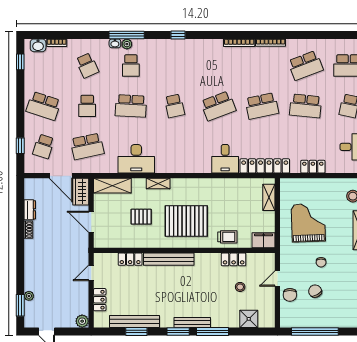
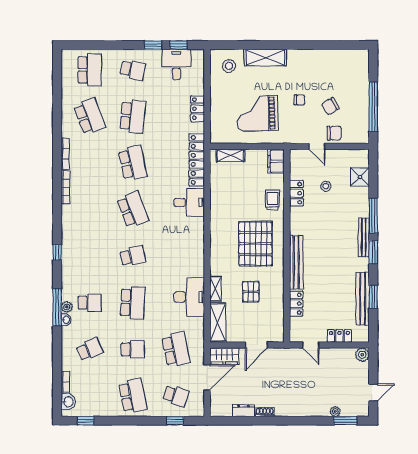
school desk: (44, 106) -> (133, 396), turned -30
shelving: (158, 183) -> (215, 289), moved

